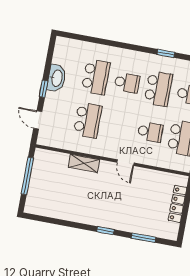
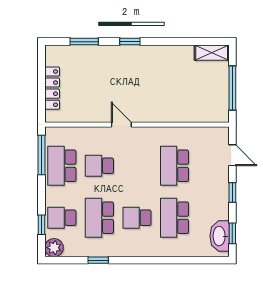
window: (50, 55) -> (232, 233), added
washbasin: (57, 78) -> (220, 236), moved
shelving: (84, 163) -> (212, 53), moved

